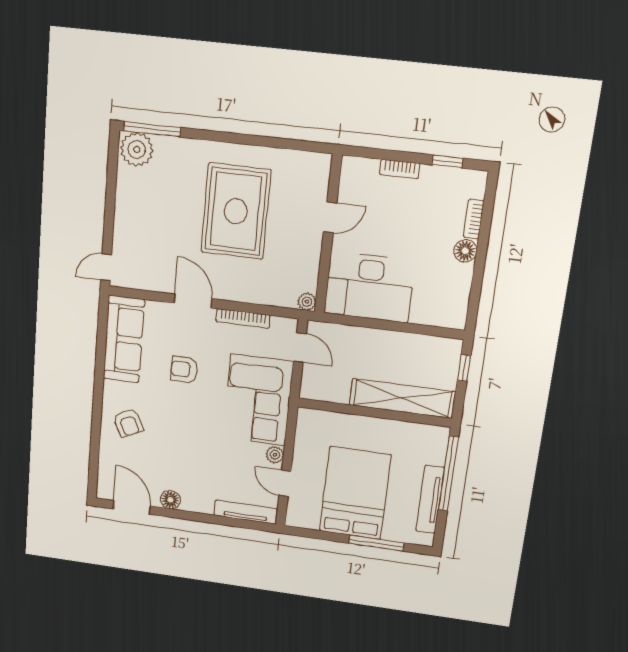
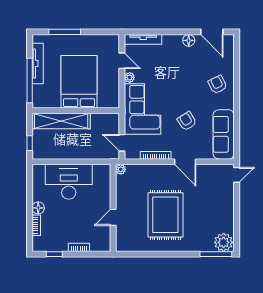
desk: (369, 287) -> (69, 182), moved
armchair: (184, 369) -> (187, 121), turned -123
bed: (355, 493) -> (79, 82), moved, turned 180

